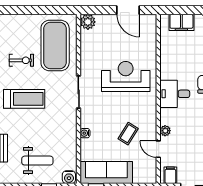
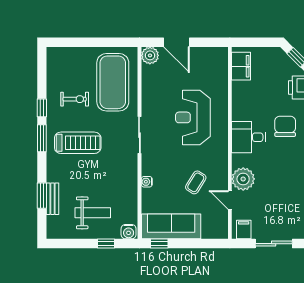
door: (128, 10) -> (177, 42), moved
filing cabinet: (181, 22) -> (241, 66), moved, turned -90
reception desk: (126, 76) -> (193, 117), turned -90
plant: (165, 131) -> (243, 179), width x1.87, depth x1.87

